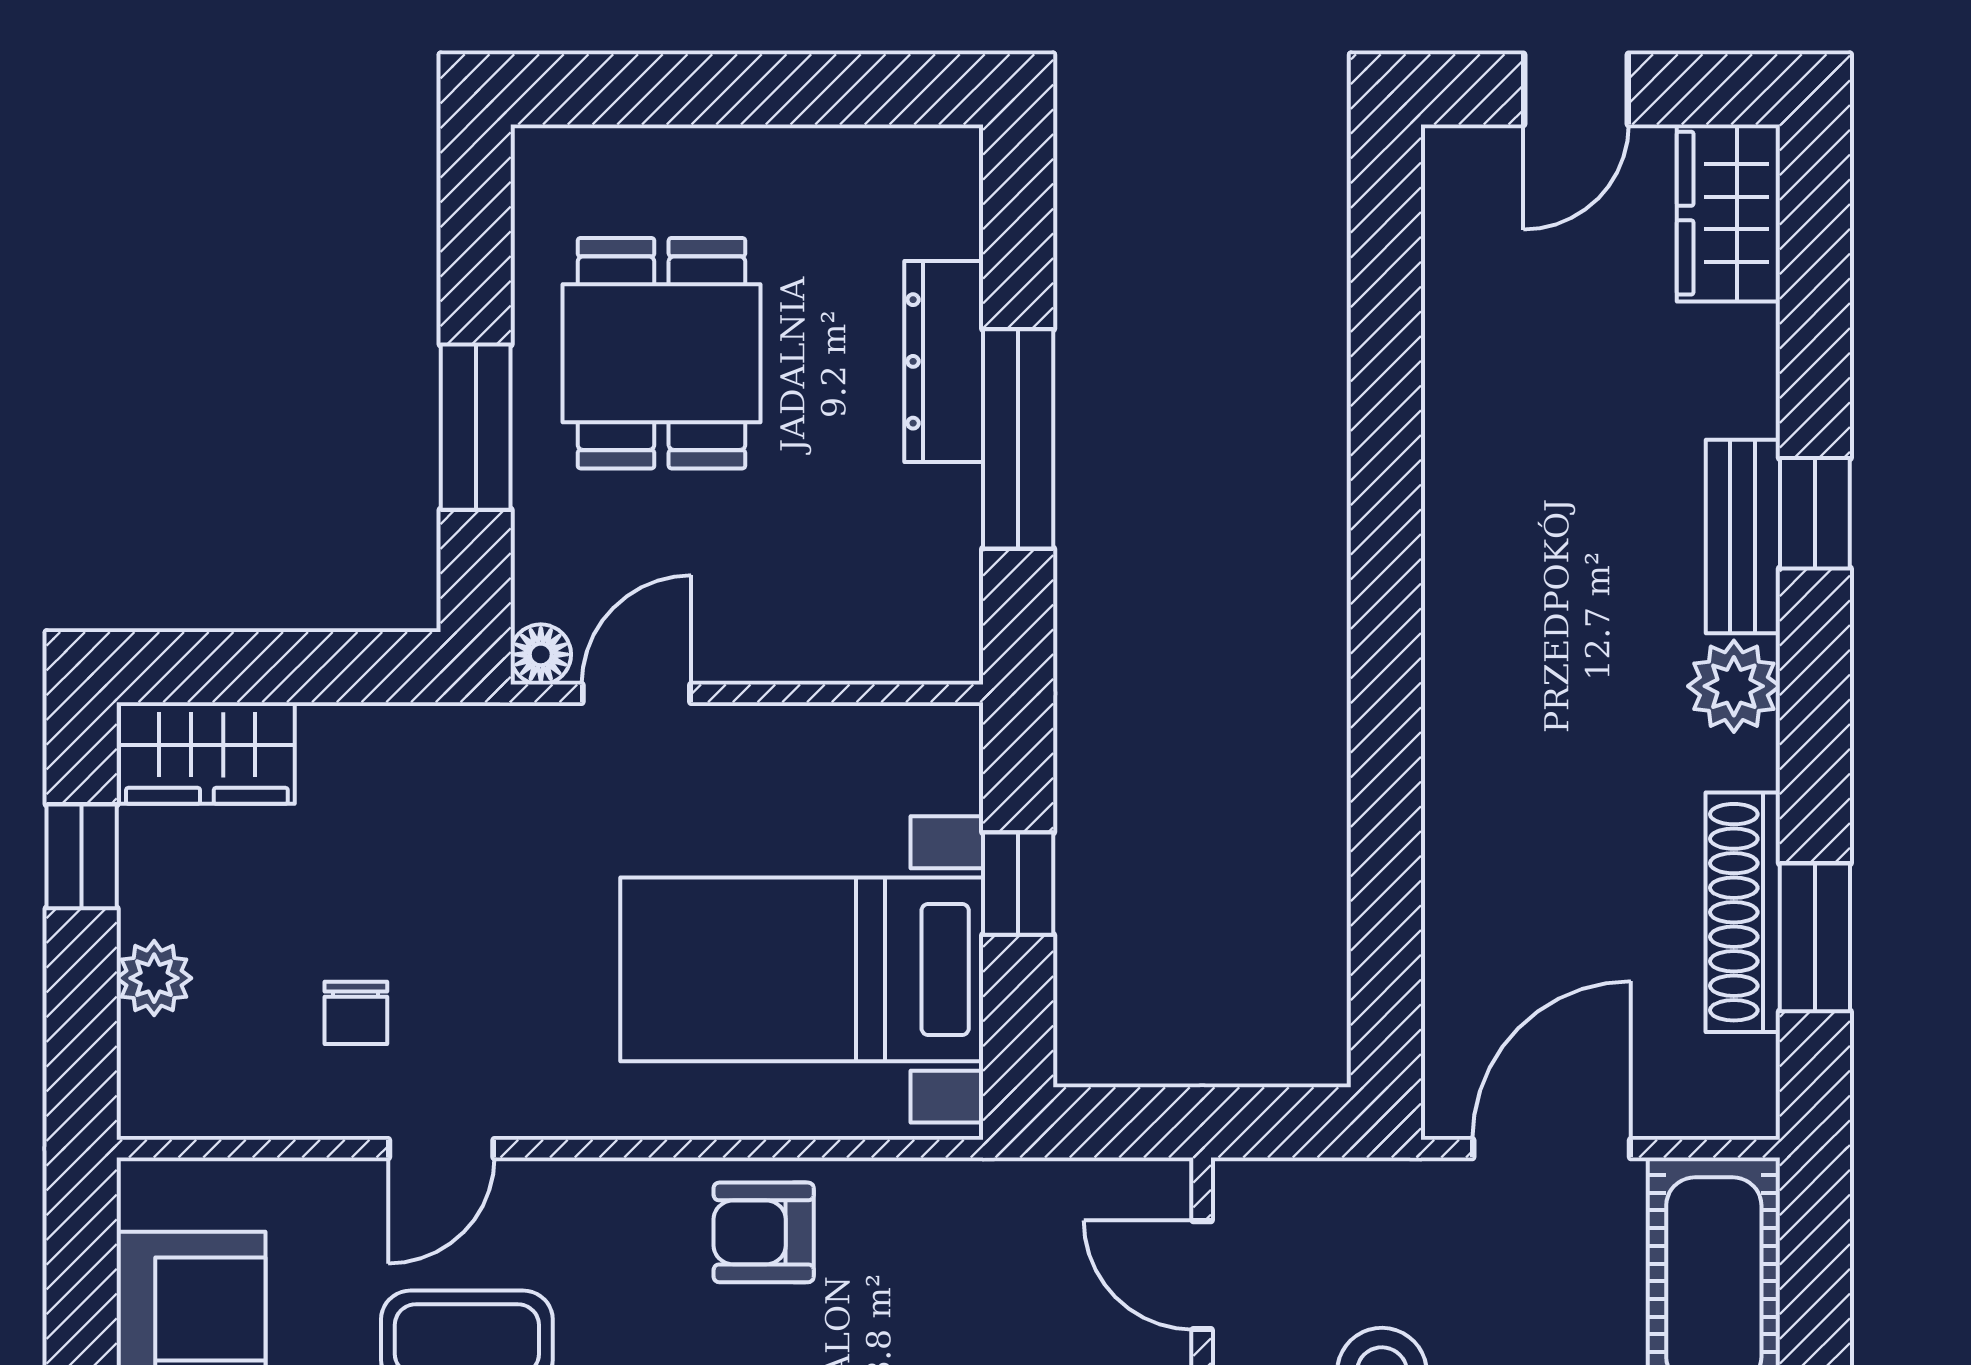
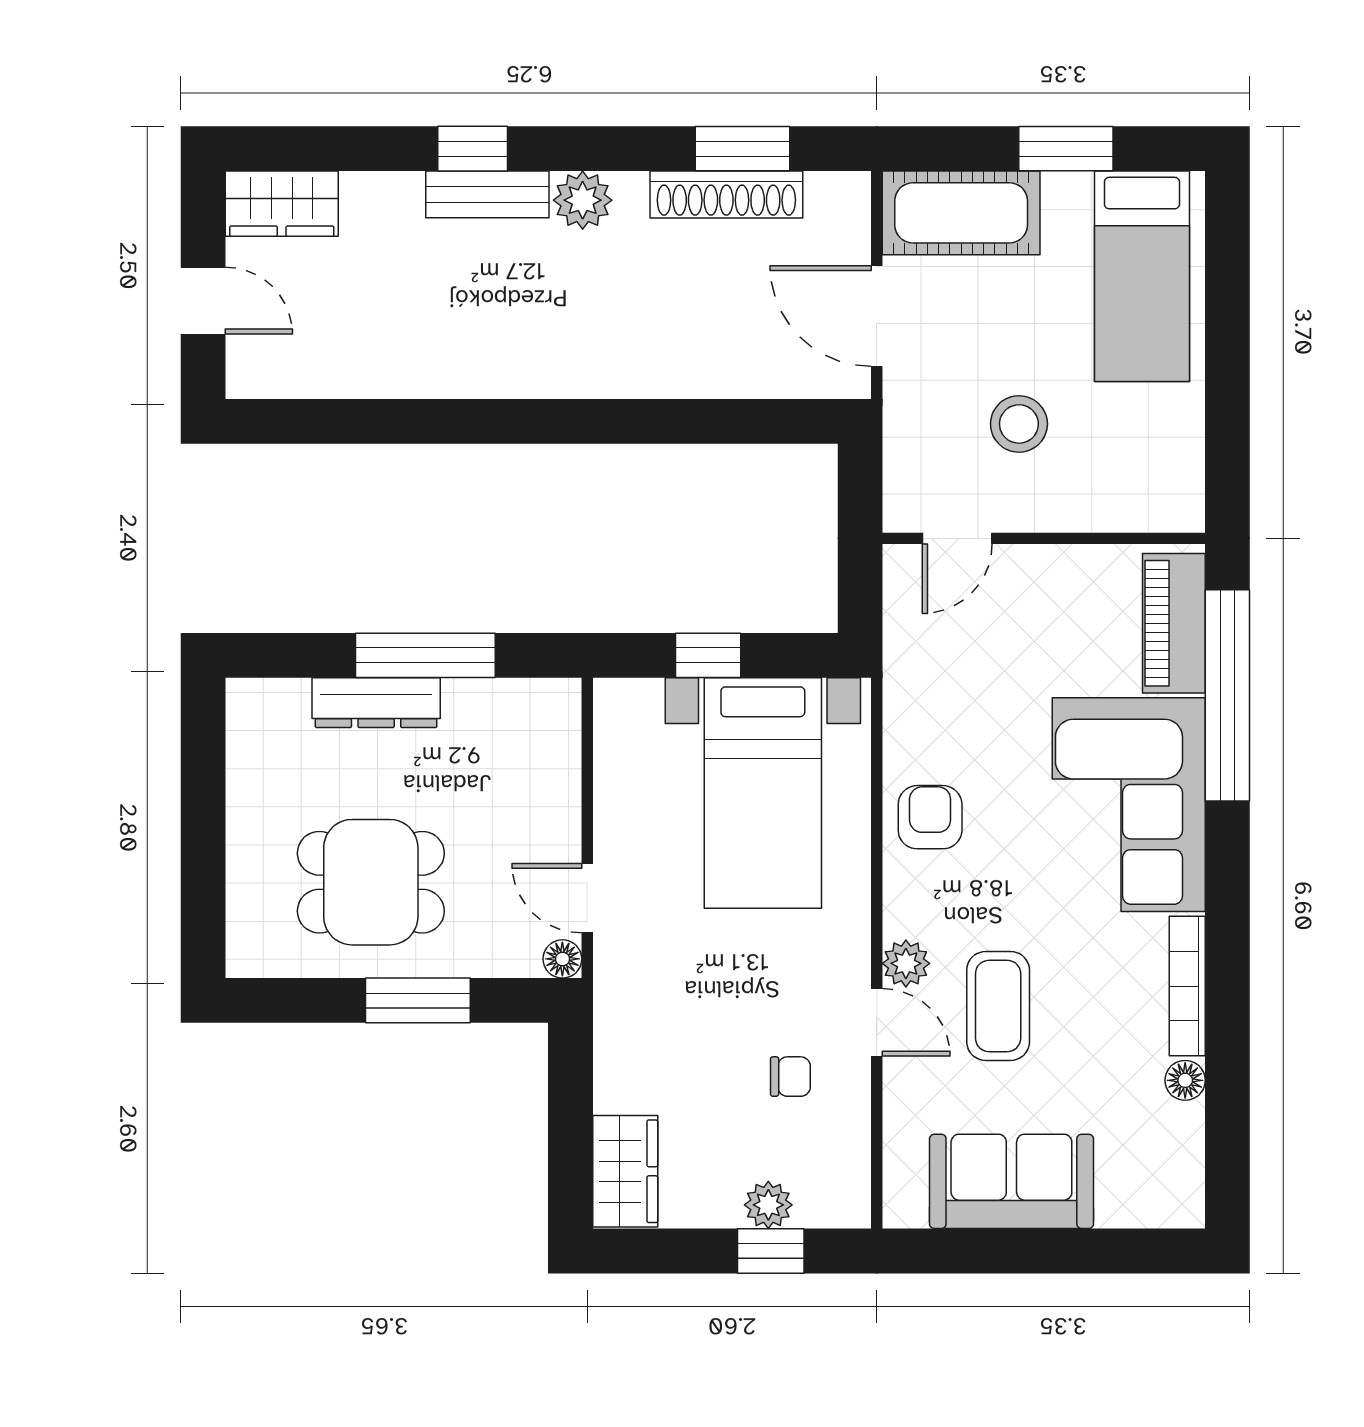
window: (82, 856) -> (771, 1251), moved
plant: (534, 1195) -> (906, 963), added
armchair: (764, 1232) -> (930, 817), turned 180

